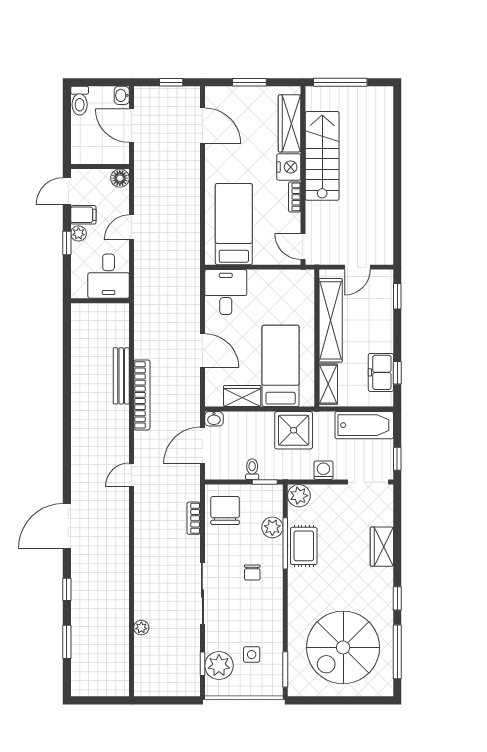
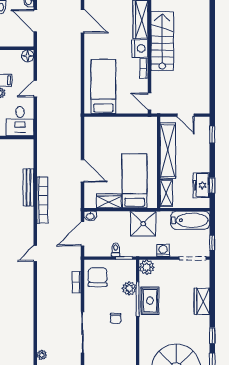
door: (357, 267) -> (186, 115), hinge flipped
desk: (226, 292) -> (98, 132), removed

